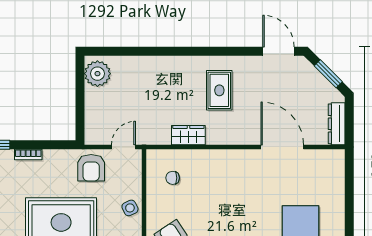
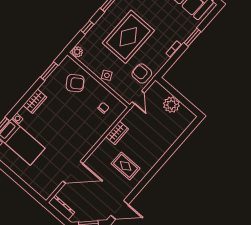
plant: (97, 74) -> (171, 105), moved

